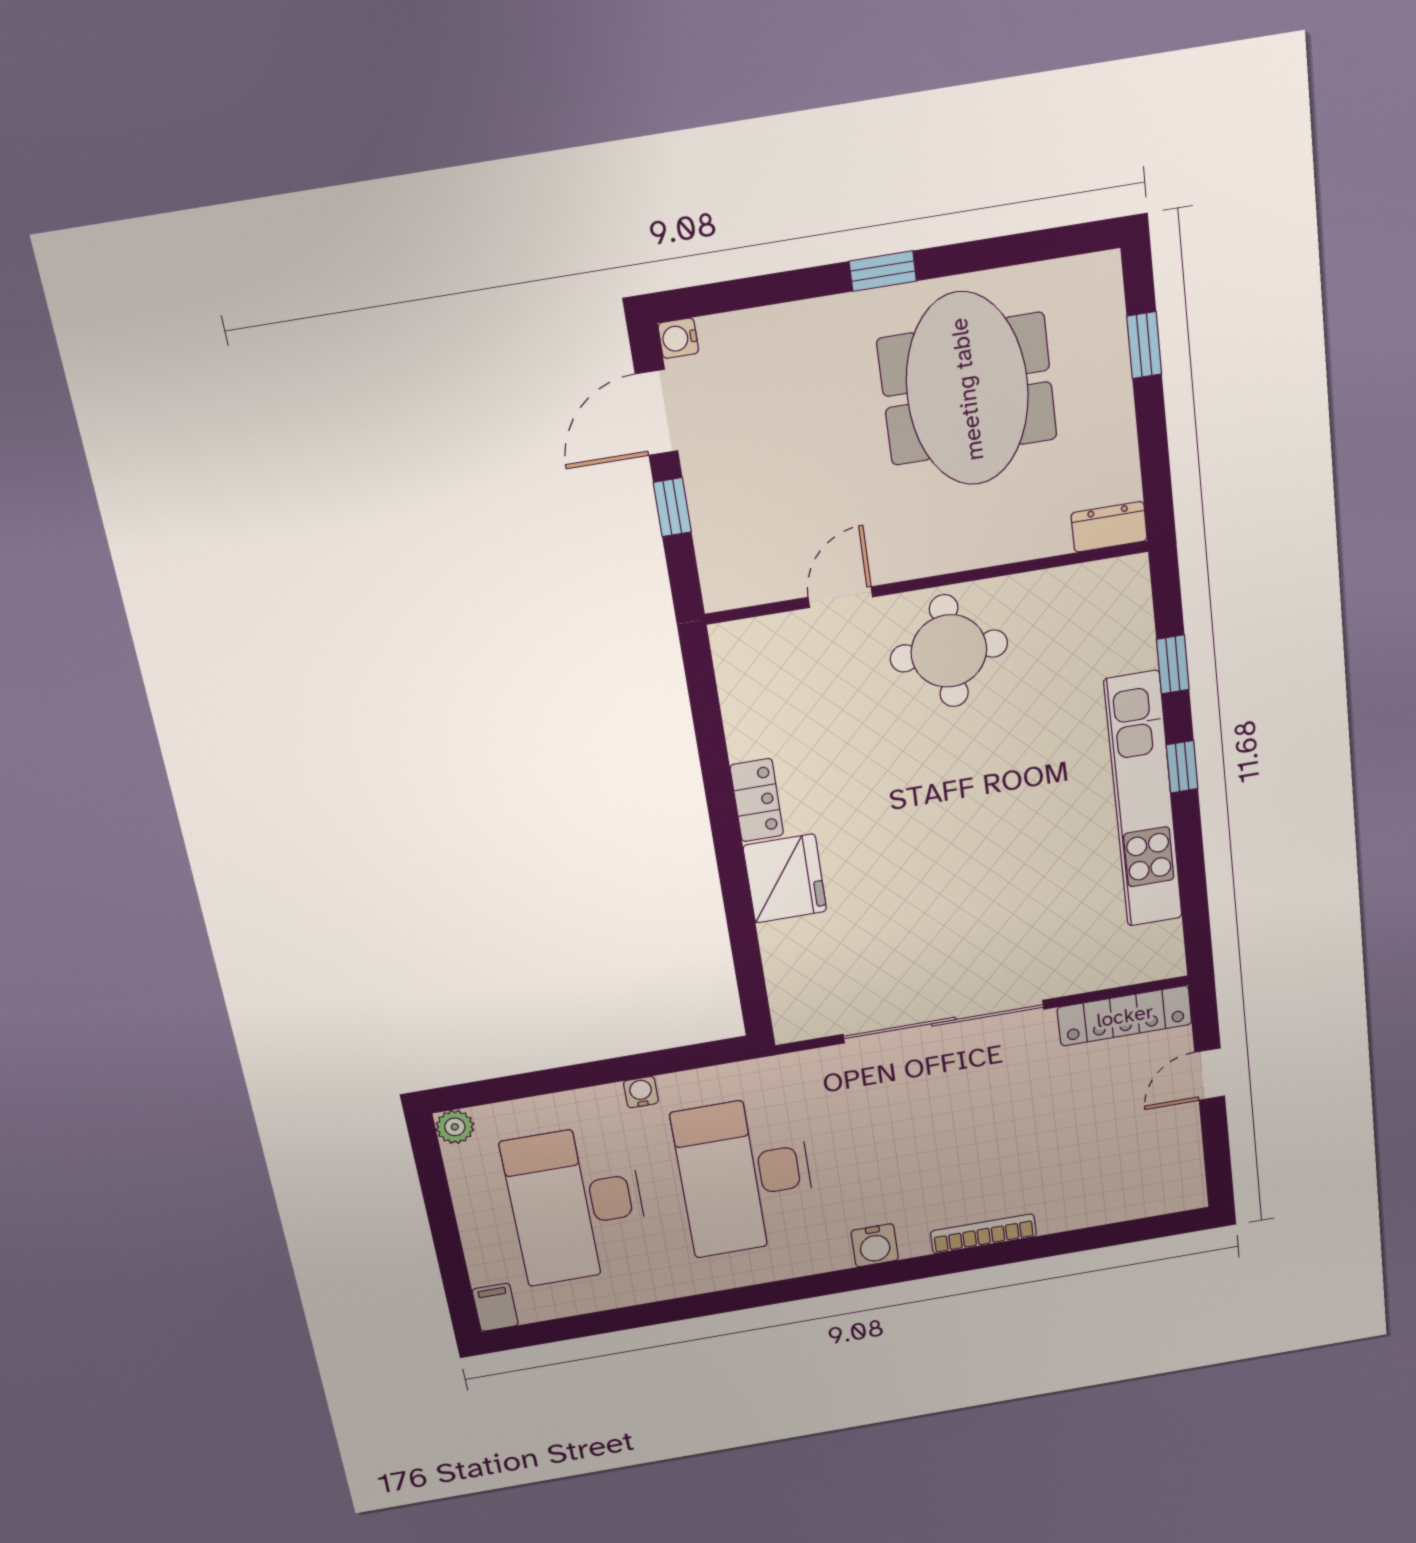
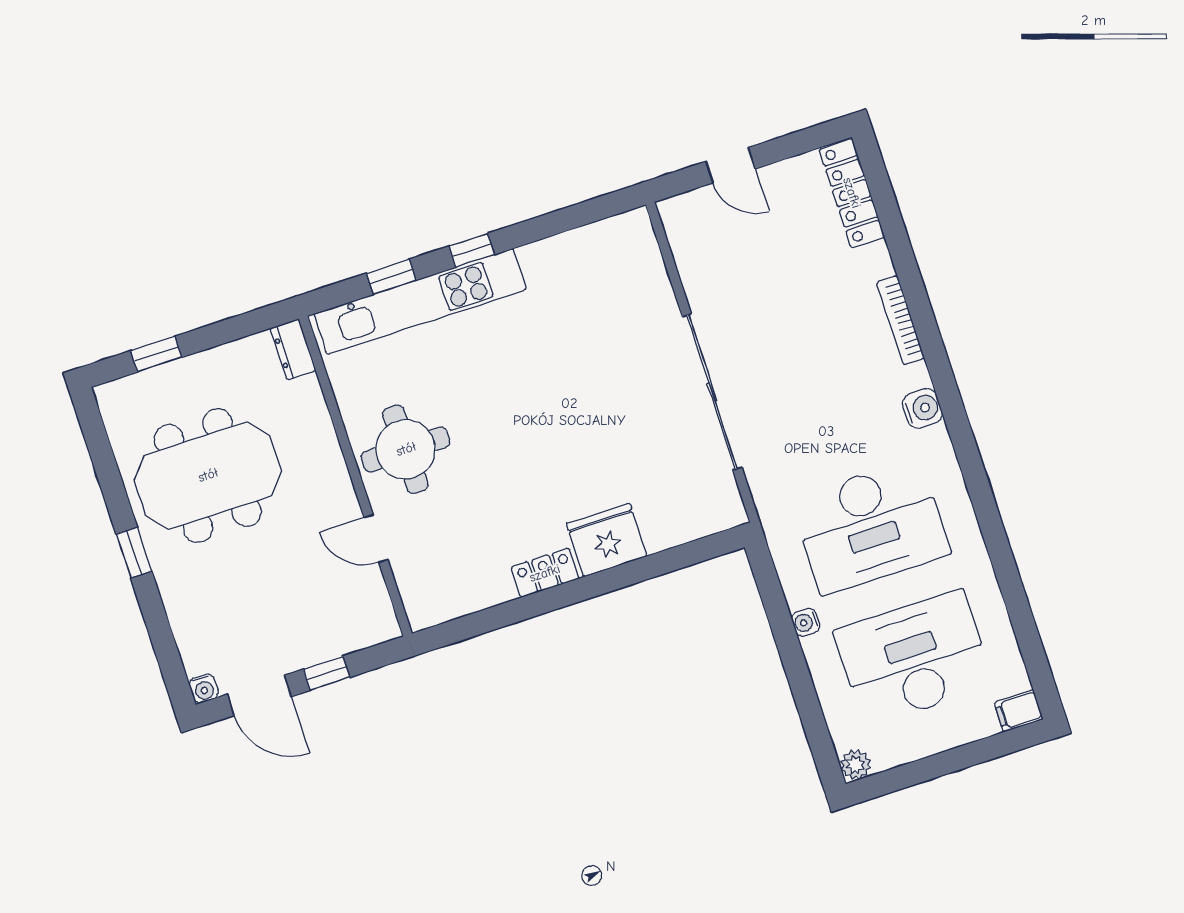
kitchen unit: (1143, 800) -> (420, 302), moved
locker: (1125, 1016) -> (852, 193), moved, turned 180
desk: (577, 1204) -> (914, 658), turned 180

